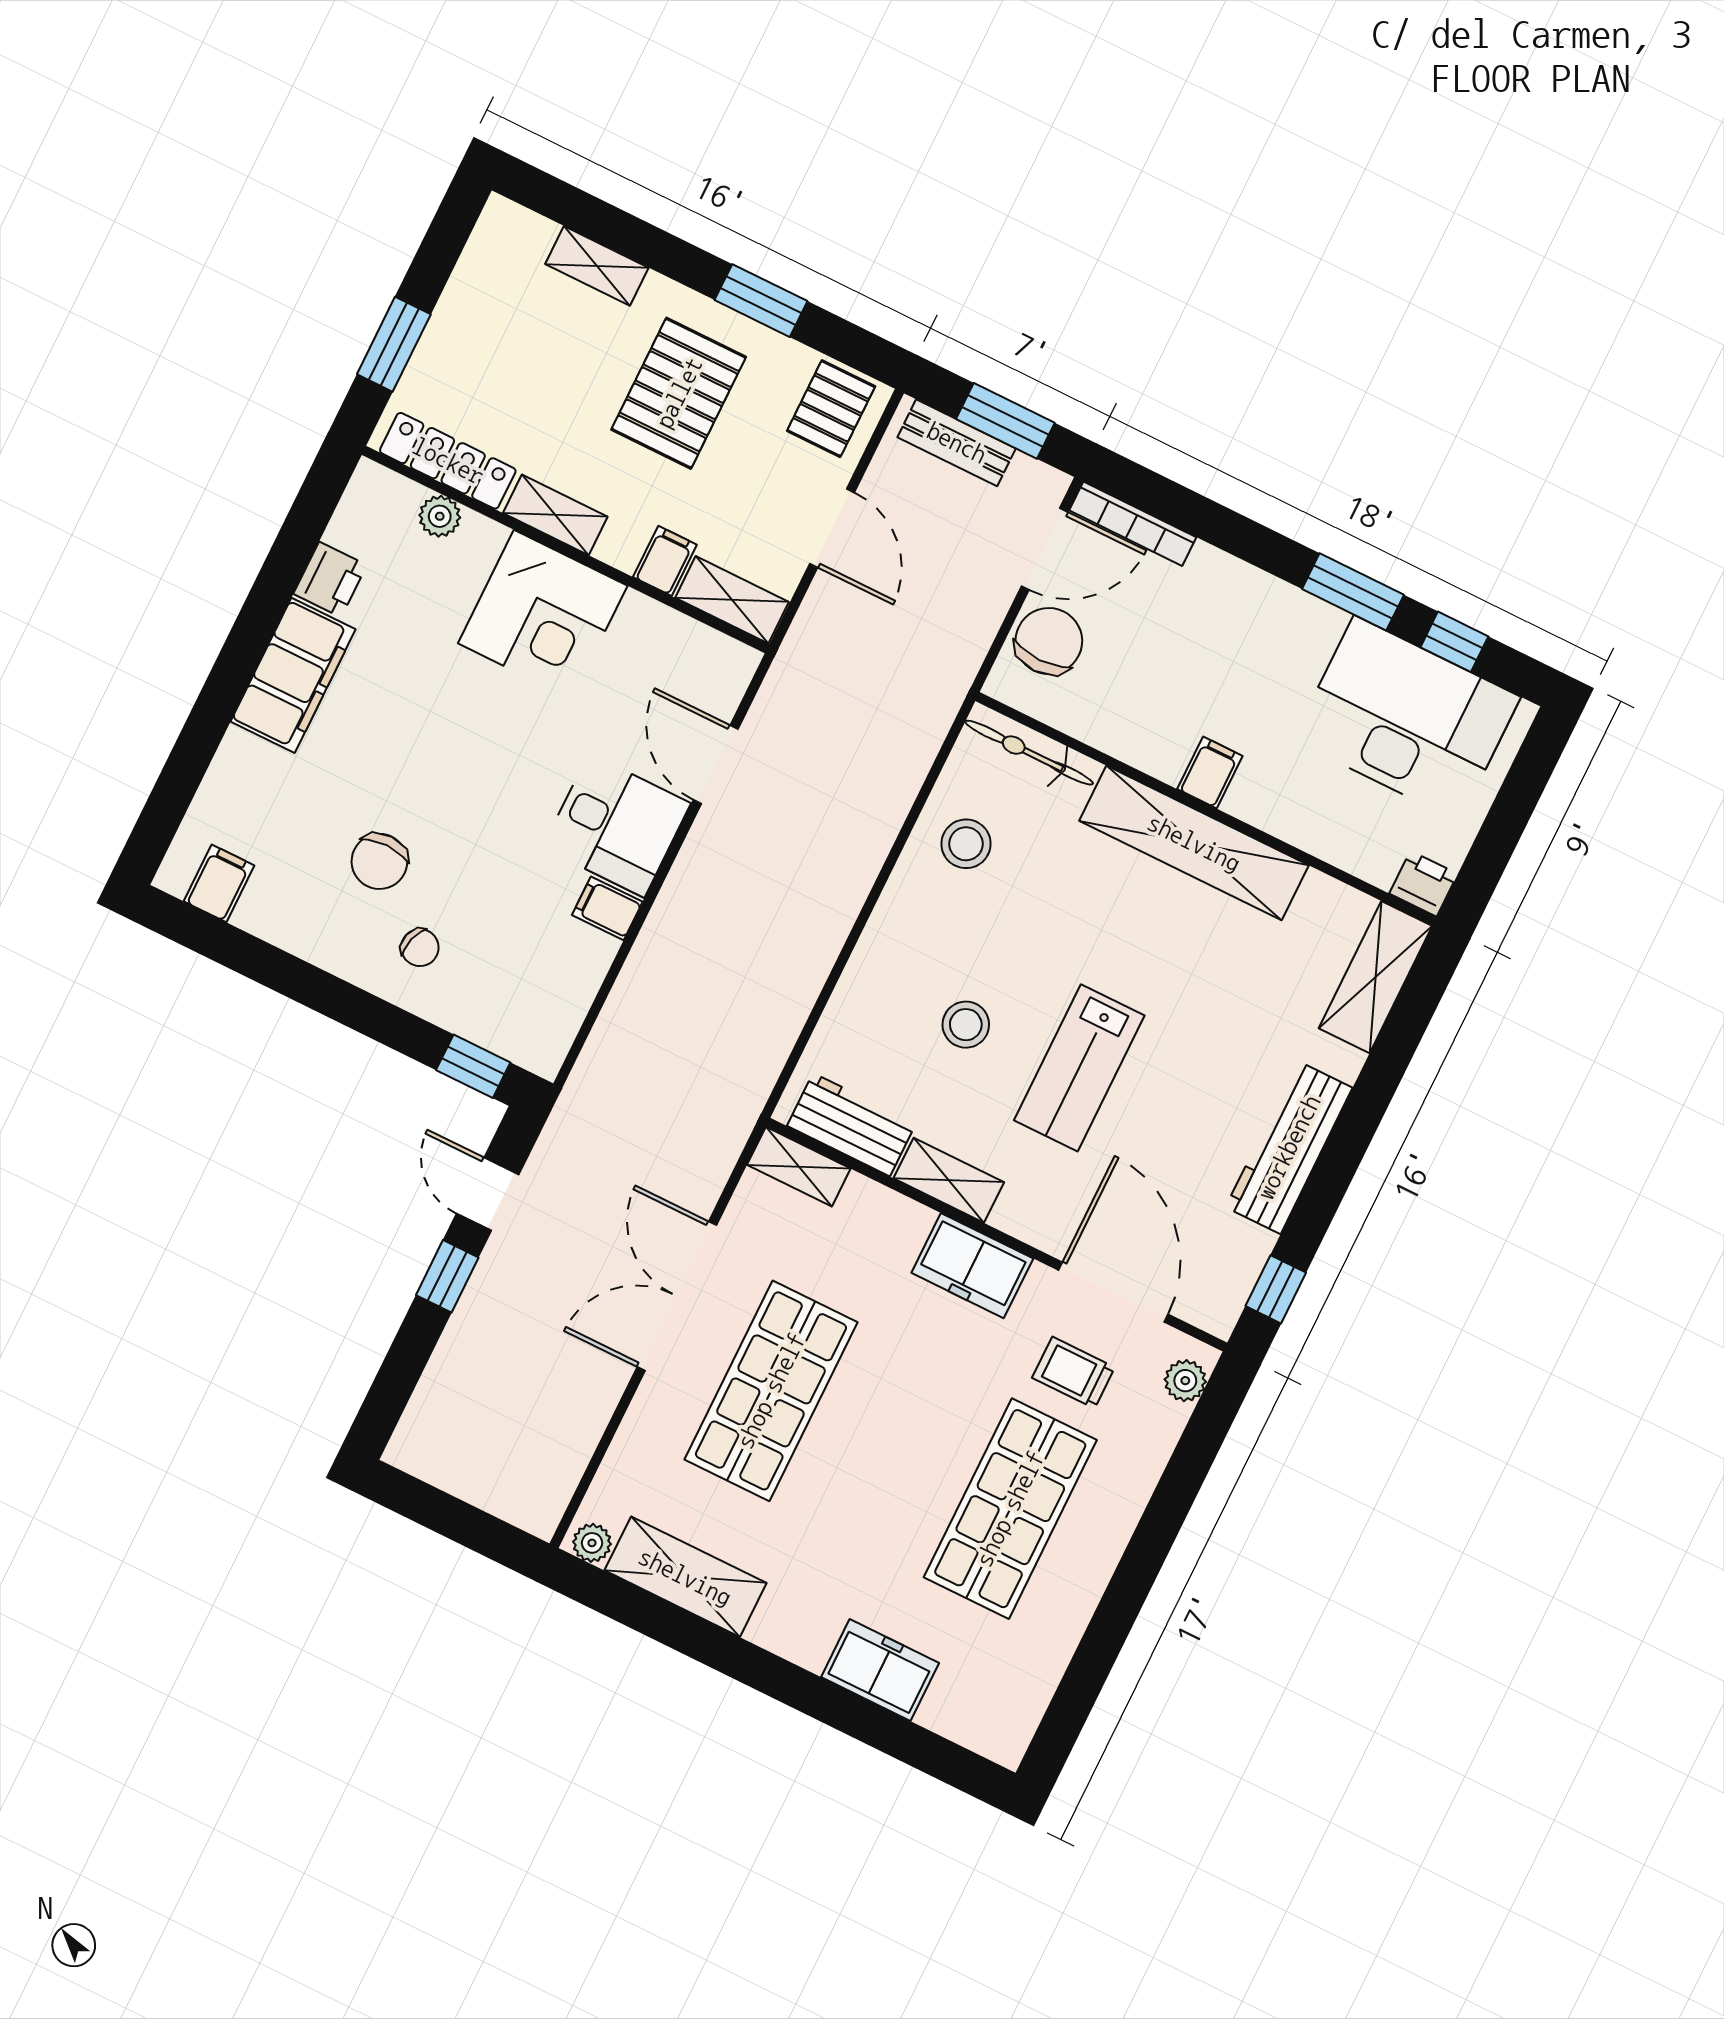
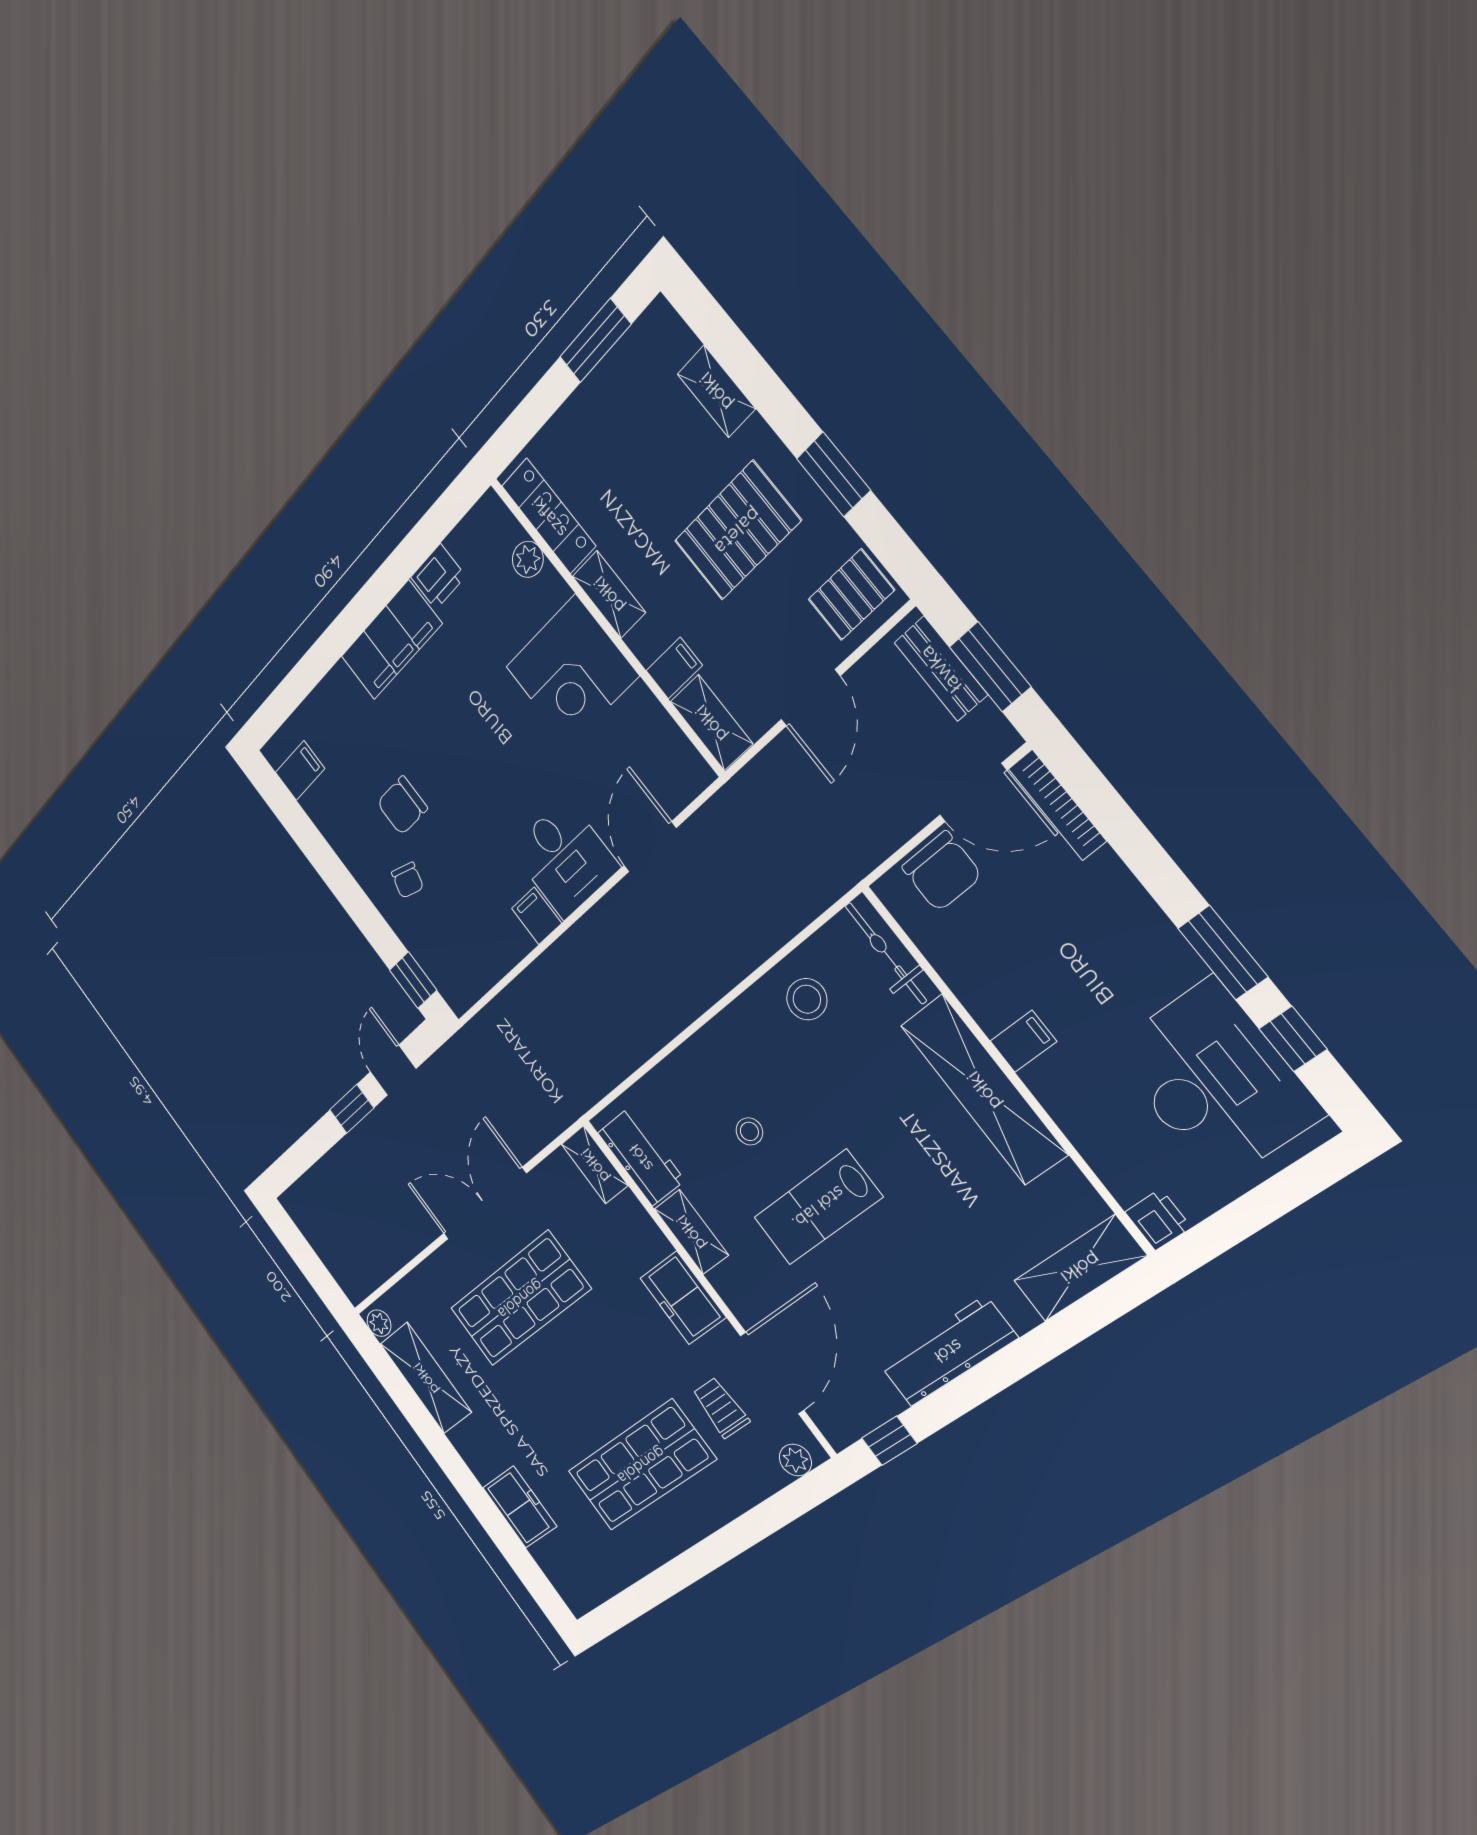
window: (394, 344) -> (595, 341), moved
chair: (1049, 641) -> (942, 871), turned 90
stool: (966, 1025) -> (749, 1131), width x0.73, depth x0.73

